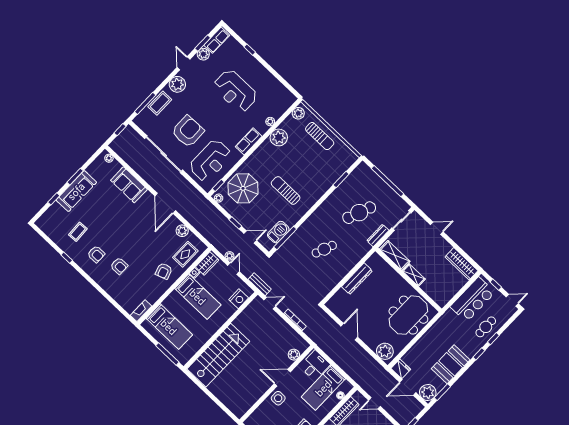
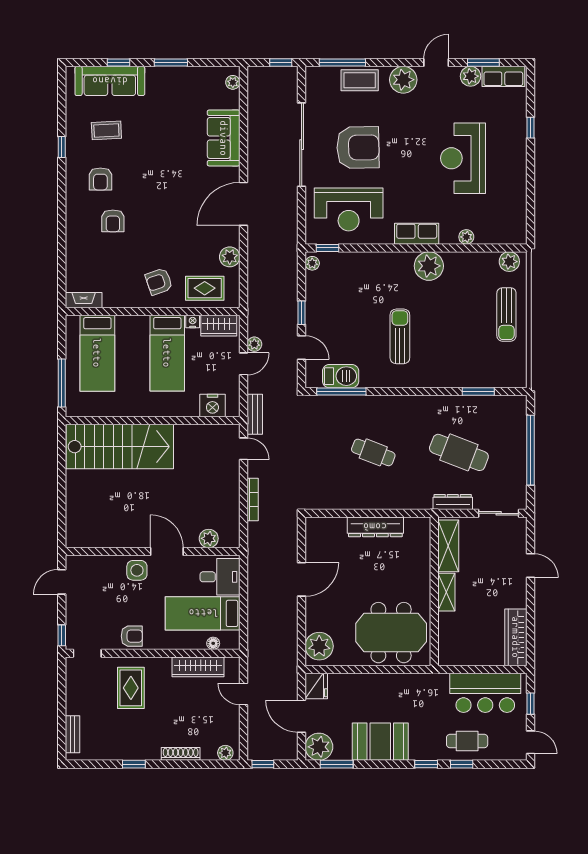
plant: (279, 137) -> (429, 266), moved
parasol: (243, 188) -> (353, 282), removed
sofa: (76, 191) -> (110, 81), moved

